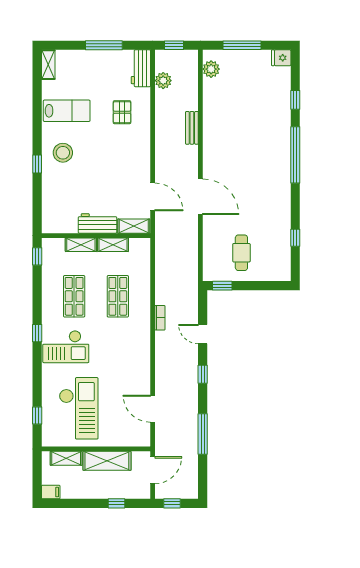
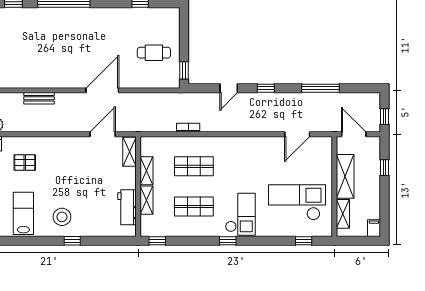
workbench: (97, 223) -> (127, 207), moved
bookcase: (160, 318) -> (188, 128), moved

